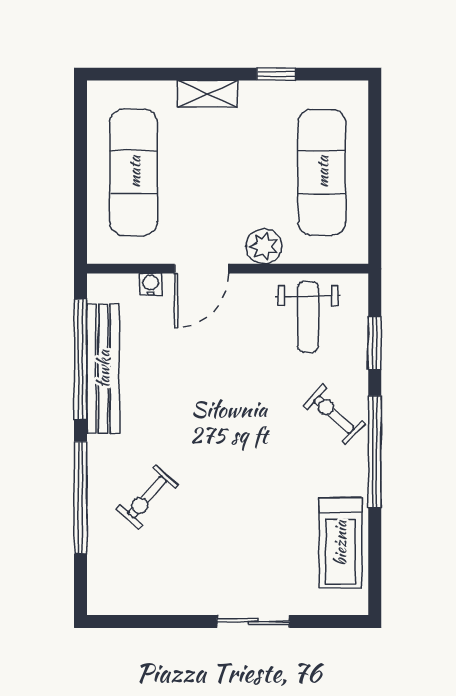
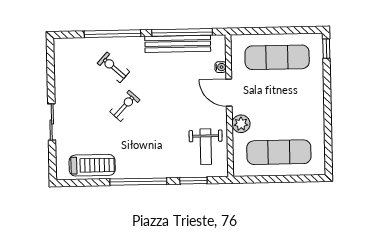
window: (276, 74) -> (326, 49), moved
shelving: (207, 94) -> (317, 94), removed
weight bench: (308, 317) -> (206, 147), turned -90
exercise bike: (334, 415) -> (125, 106), moved
treadmill: (340, 543) -> (92, 165), turned 180

